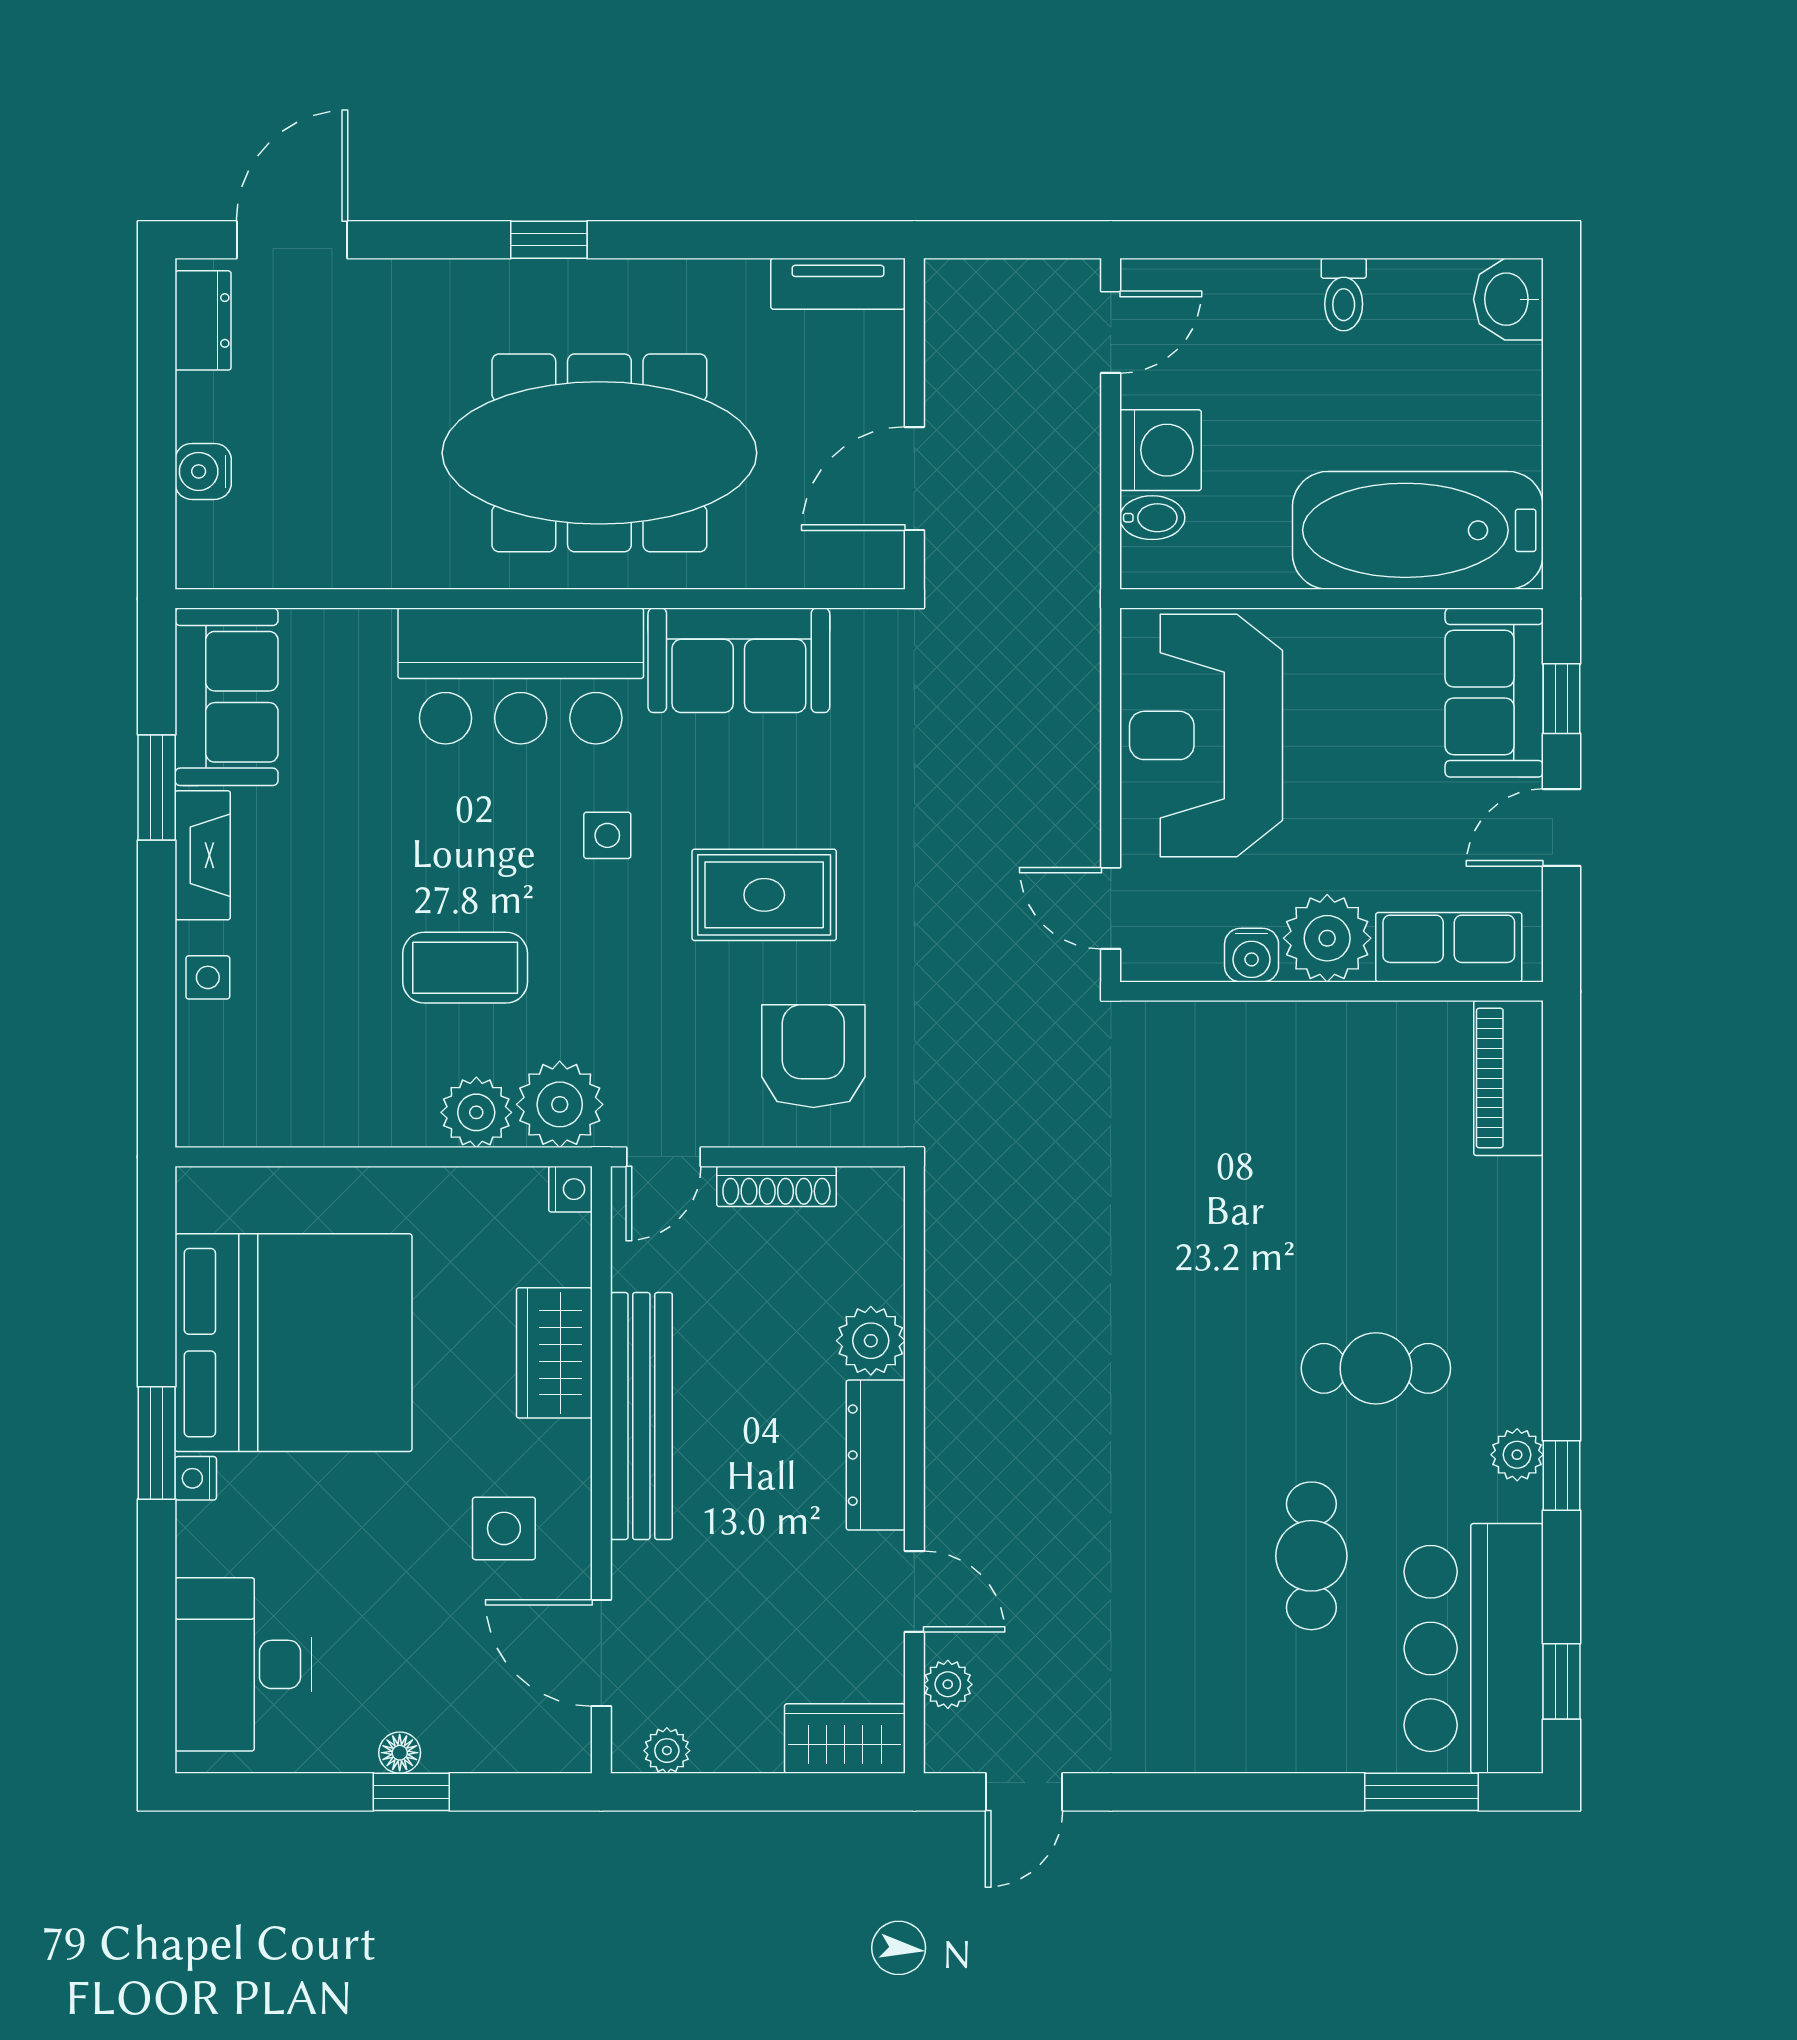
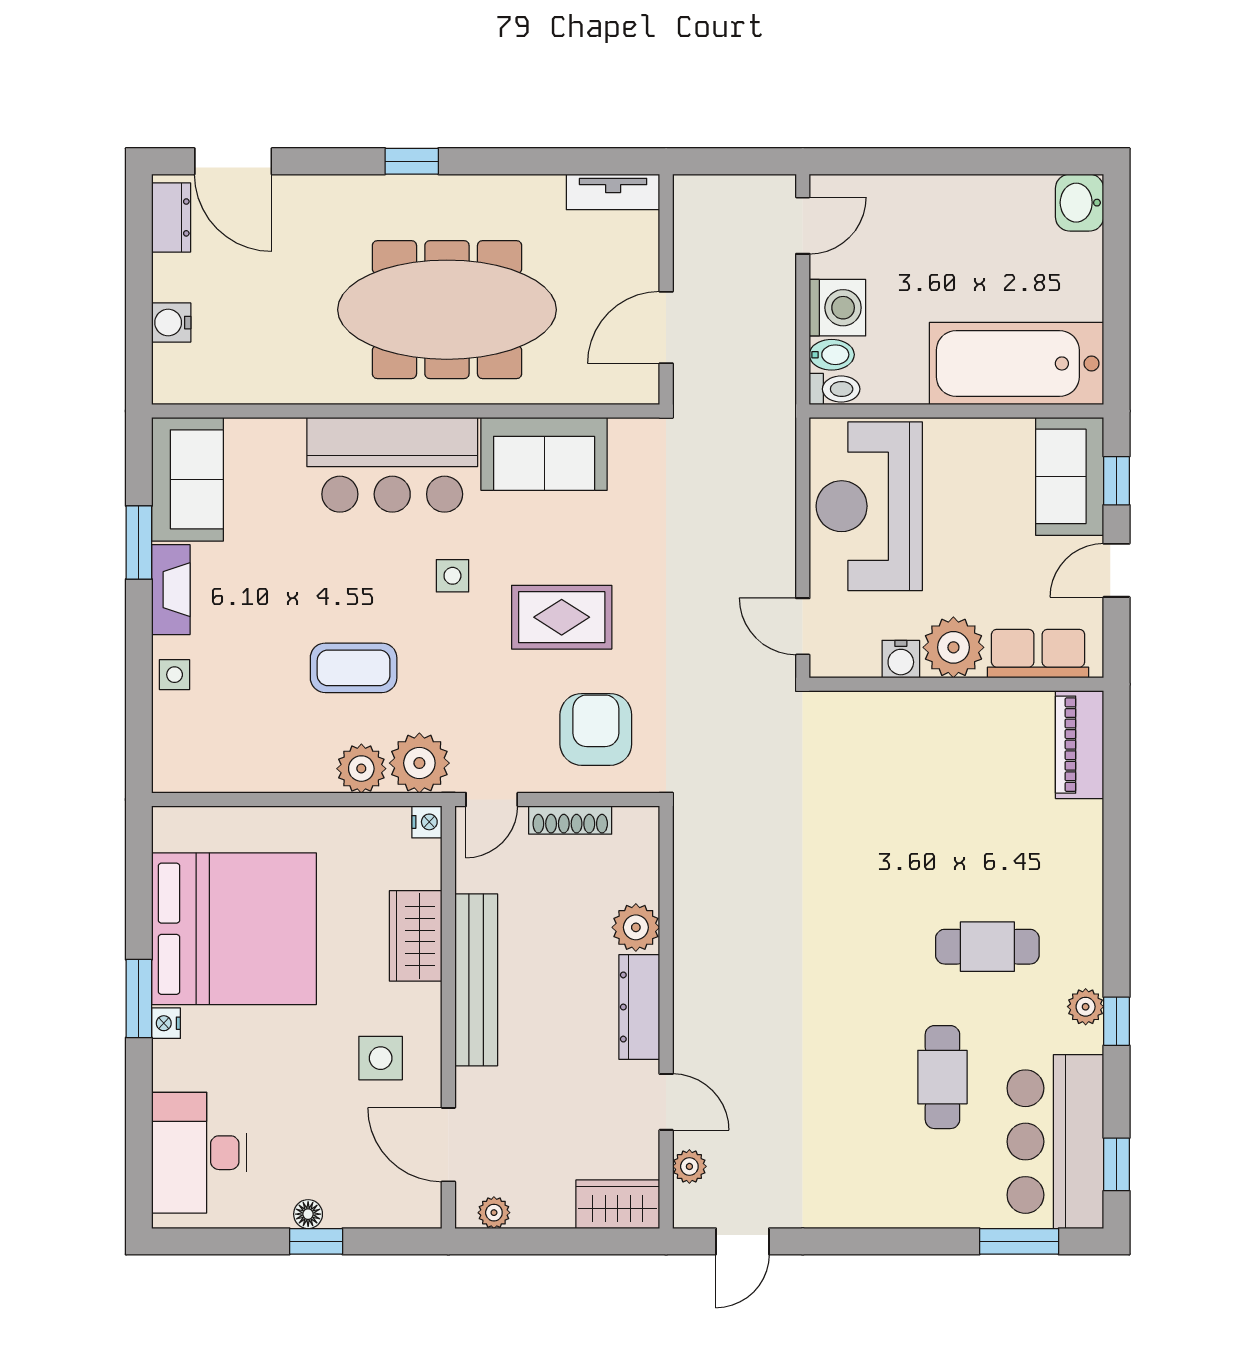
door: (292, 240) -> (233, 161), swing flipped
toilet: (1344, 294) -> (835, 389), moved, turned -90

